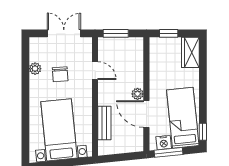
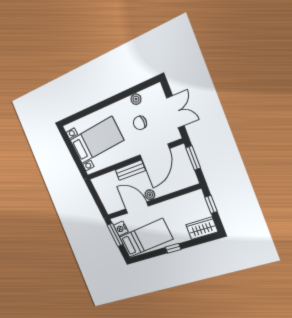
door: (95, 71) -> (155, 152), width x1.88
door: (146, 114) -> (137, 207), hinge flipped
bench: (104, 123) -> (130, 170), moved
window: (203, 132) -> (173, 248), moved

